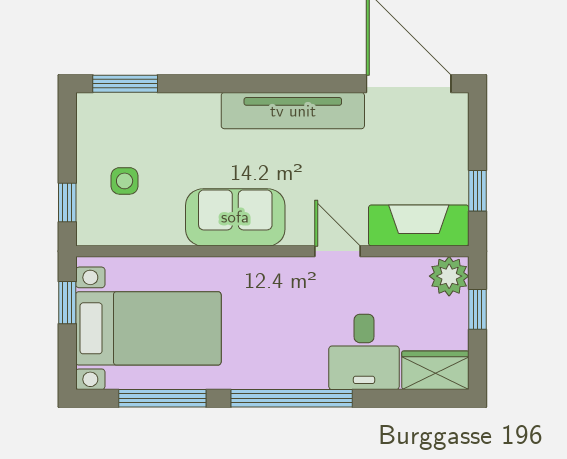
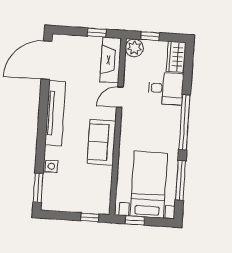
side table: (125, 181) -> (51, 166), moved

